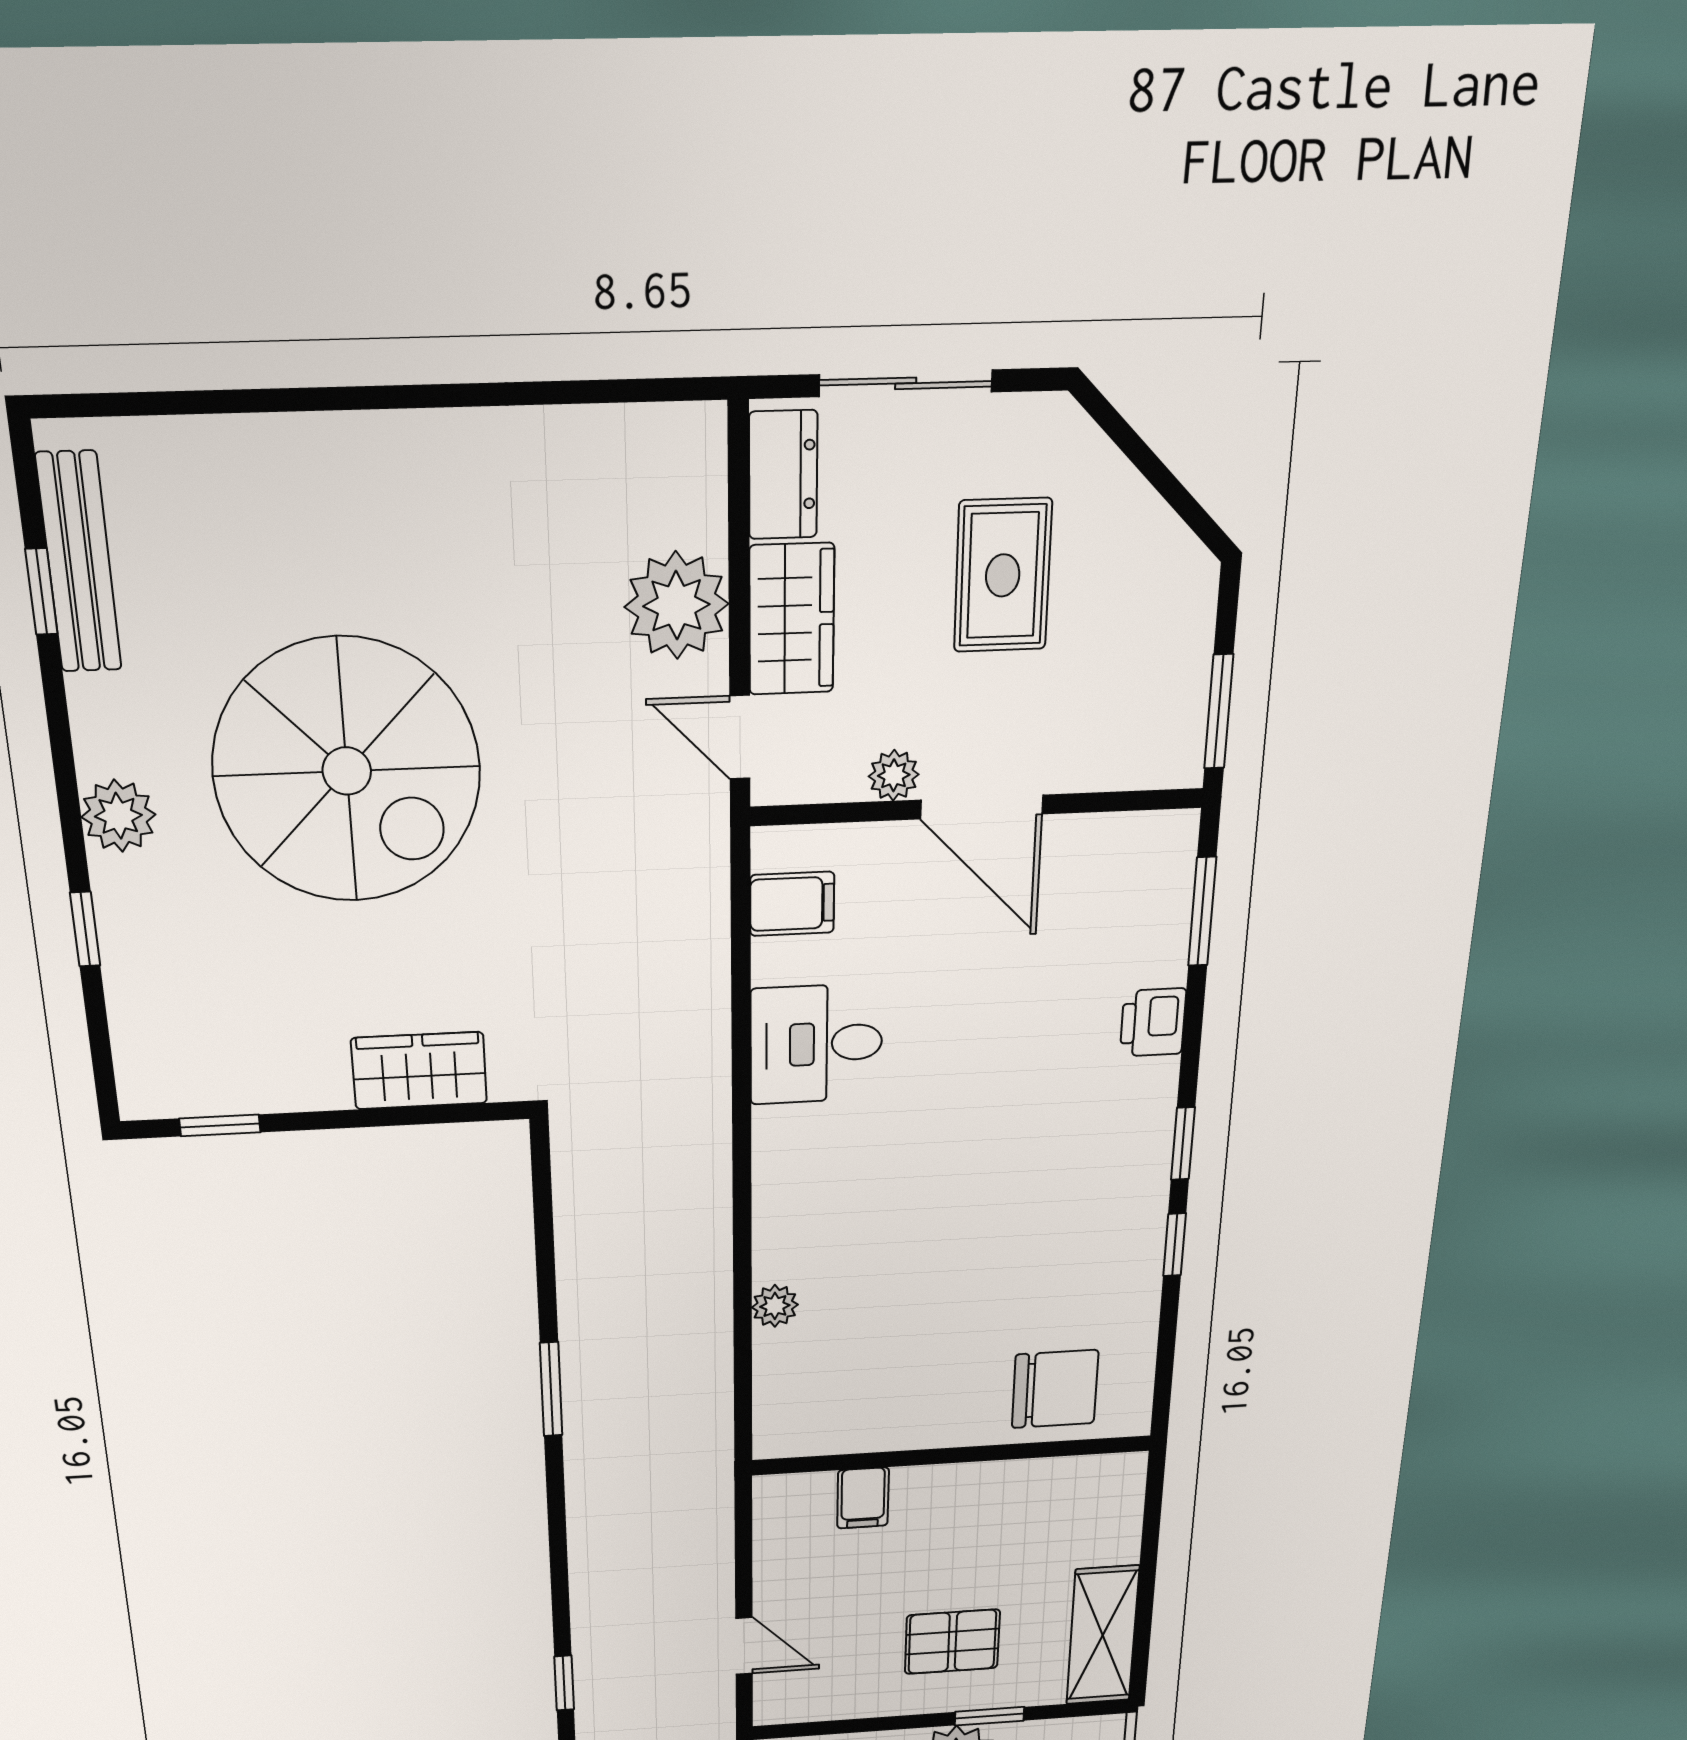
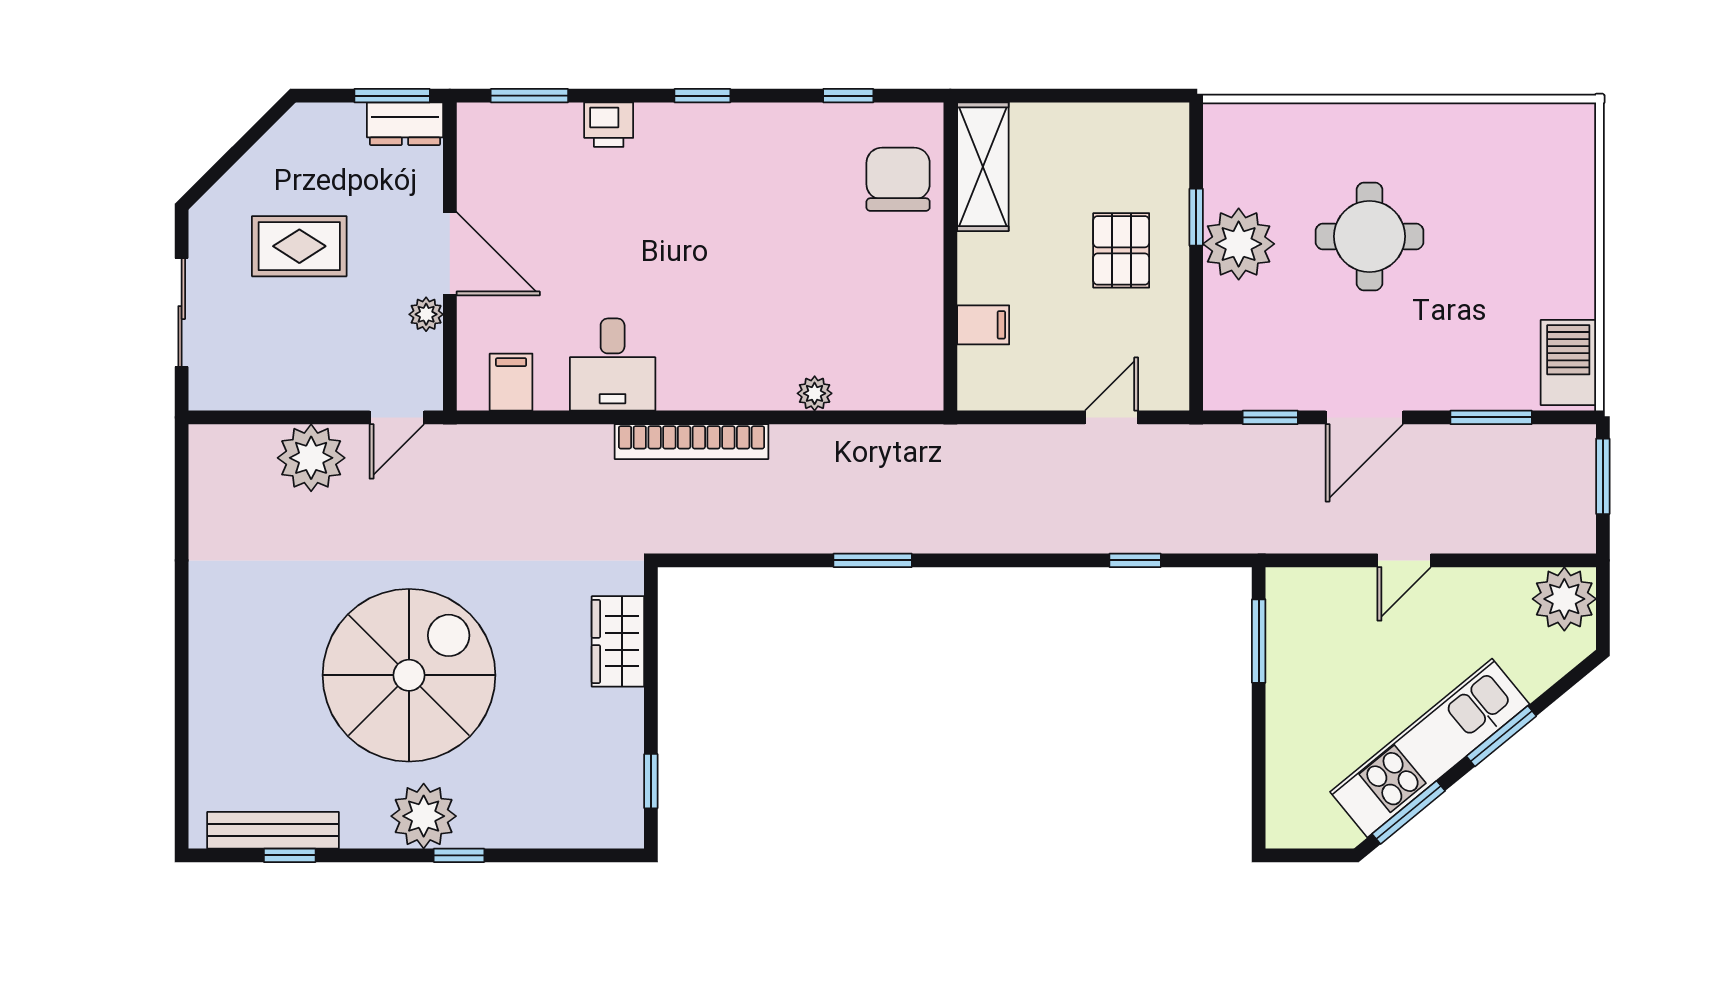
dresser: (783, 475) -> (405, 124), moved, turned 180
wardrobe: (792, 619) -> (322, 383), removed
door: (982, 807) -> (450, 254), hinge flipped
plant: (118, 816) -> (424, 816), width x1.36, depth x1.36
window: (85, 929) -> (459, 855), moved
bookcase: (708, 1154) -> (691, 442), added
window: (1175, 1245) -> (848, 96), moved
shelving: (1103, 1635) -> (983, 167), moved, turned 90

